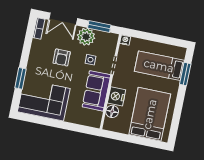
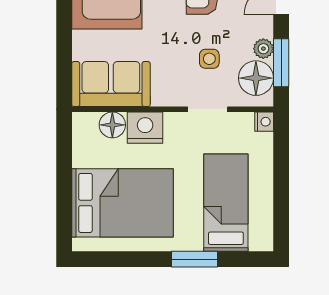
plant: (86, 37) -> (263, 49), width x0.53, depth x0.53
floor lamp: (104, 40) -> (256, 78), added
window: (185, 74) -> (194, 259), moved
sofa: (96, 91) -> (111, 84), moved

